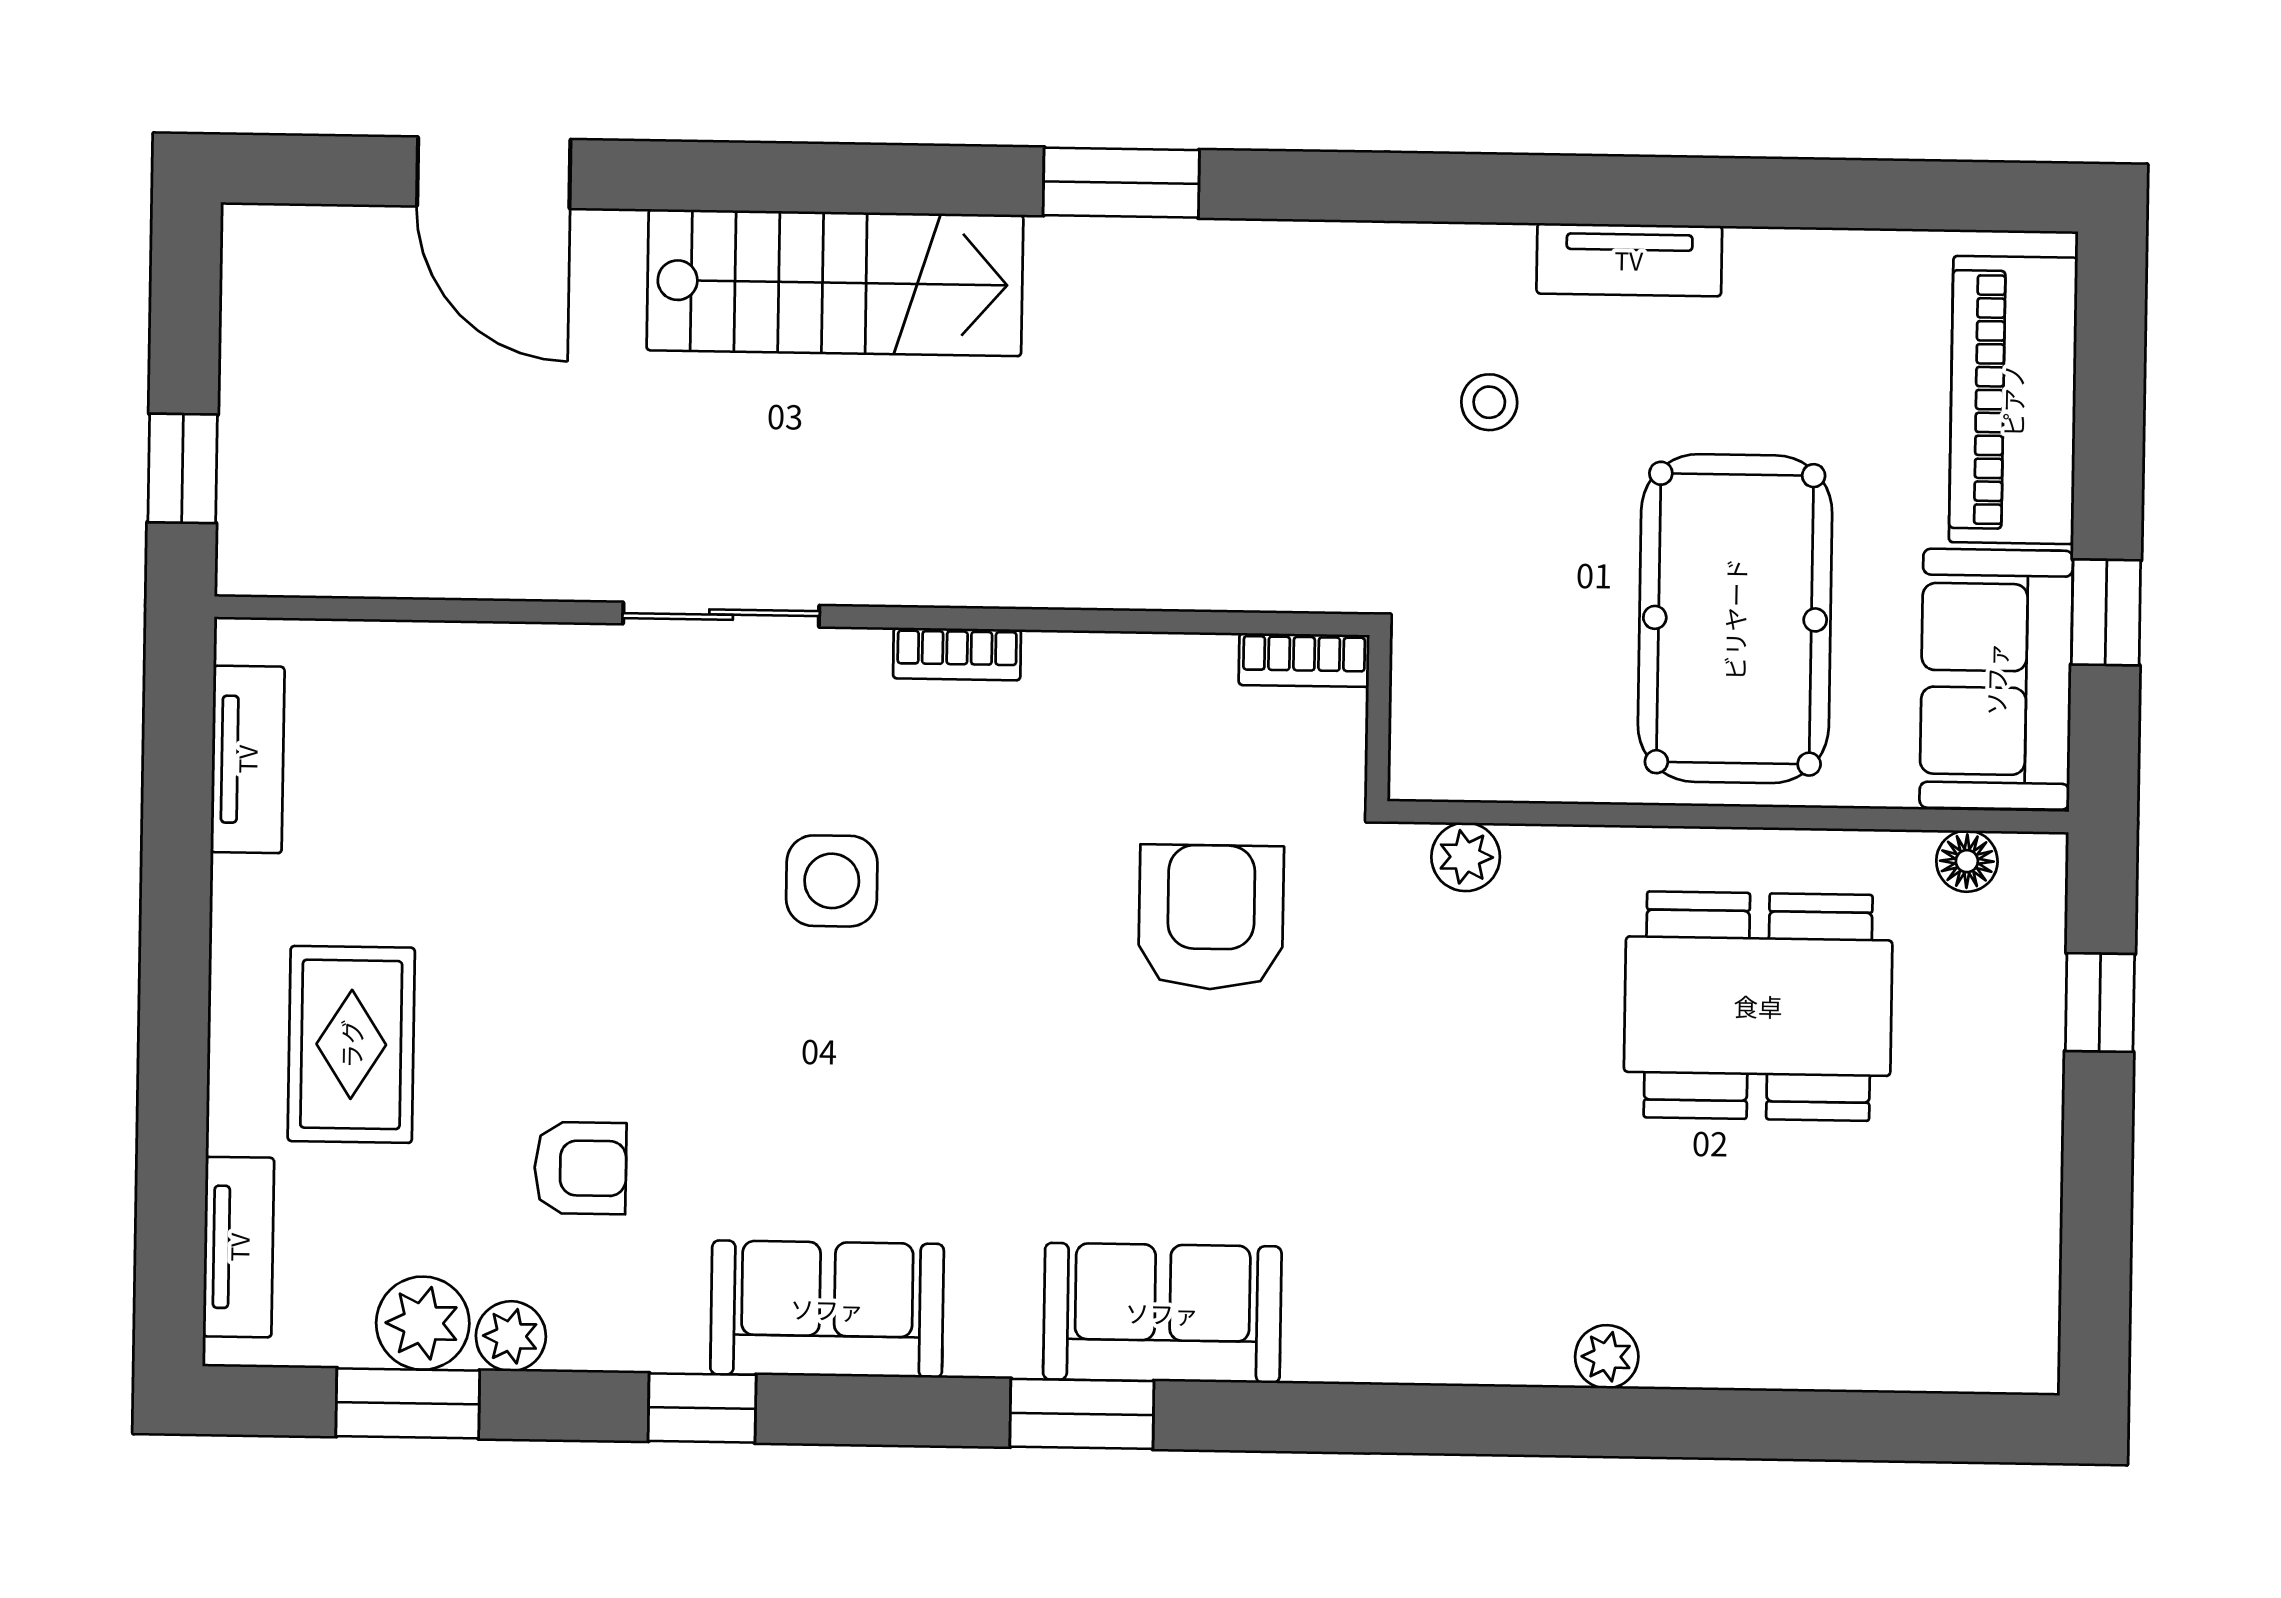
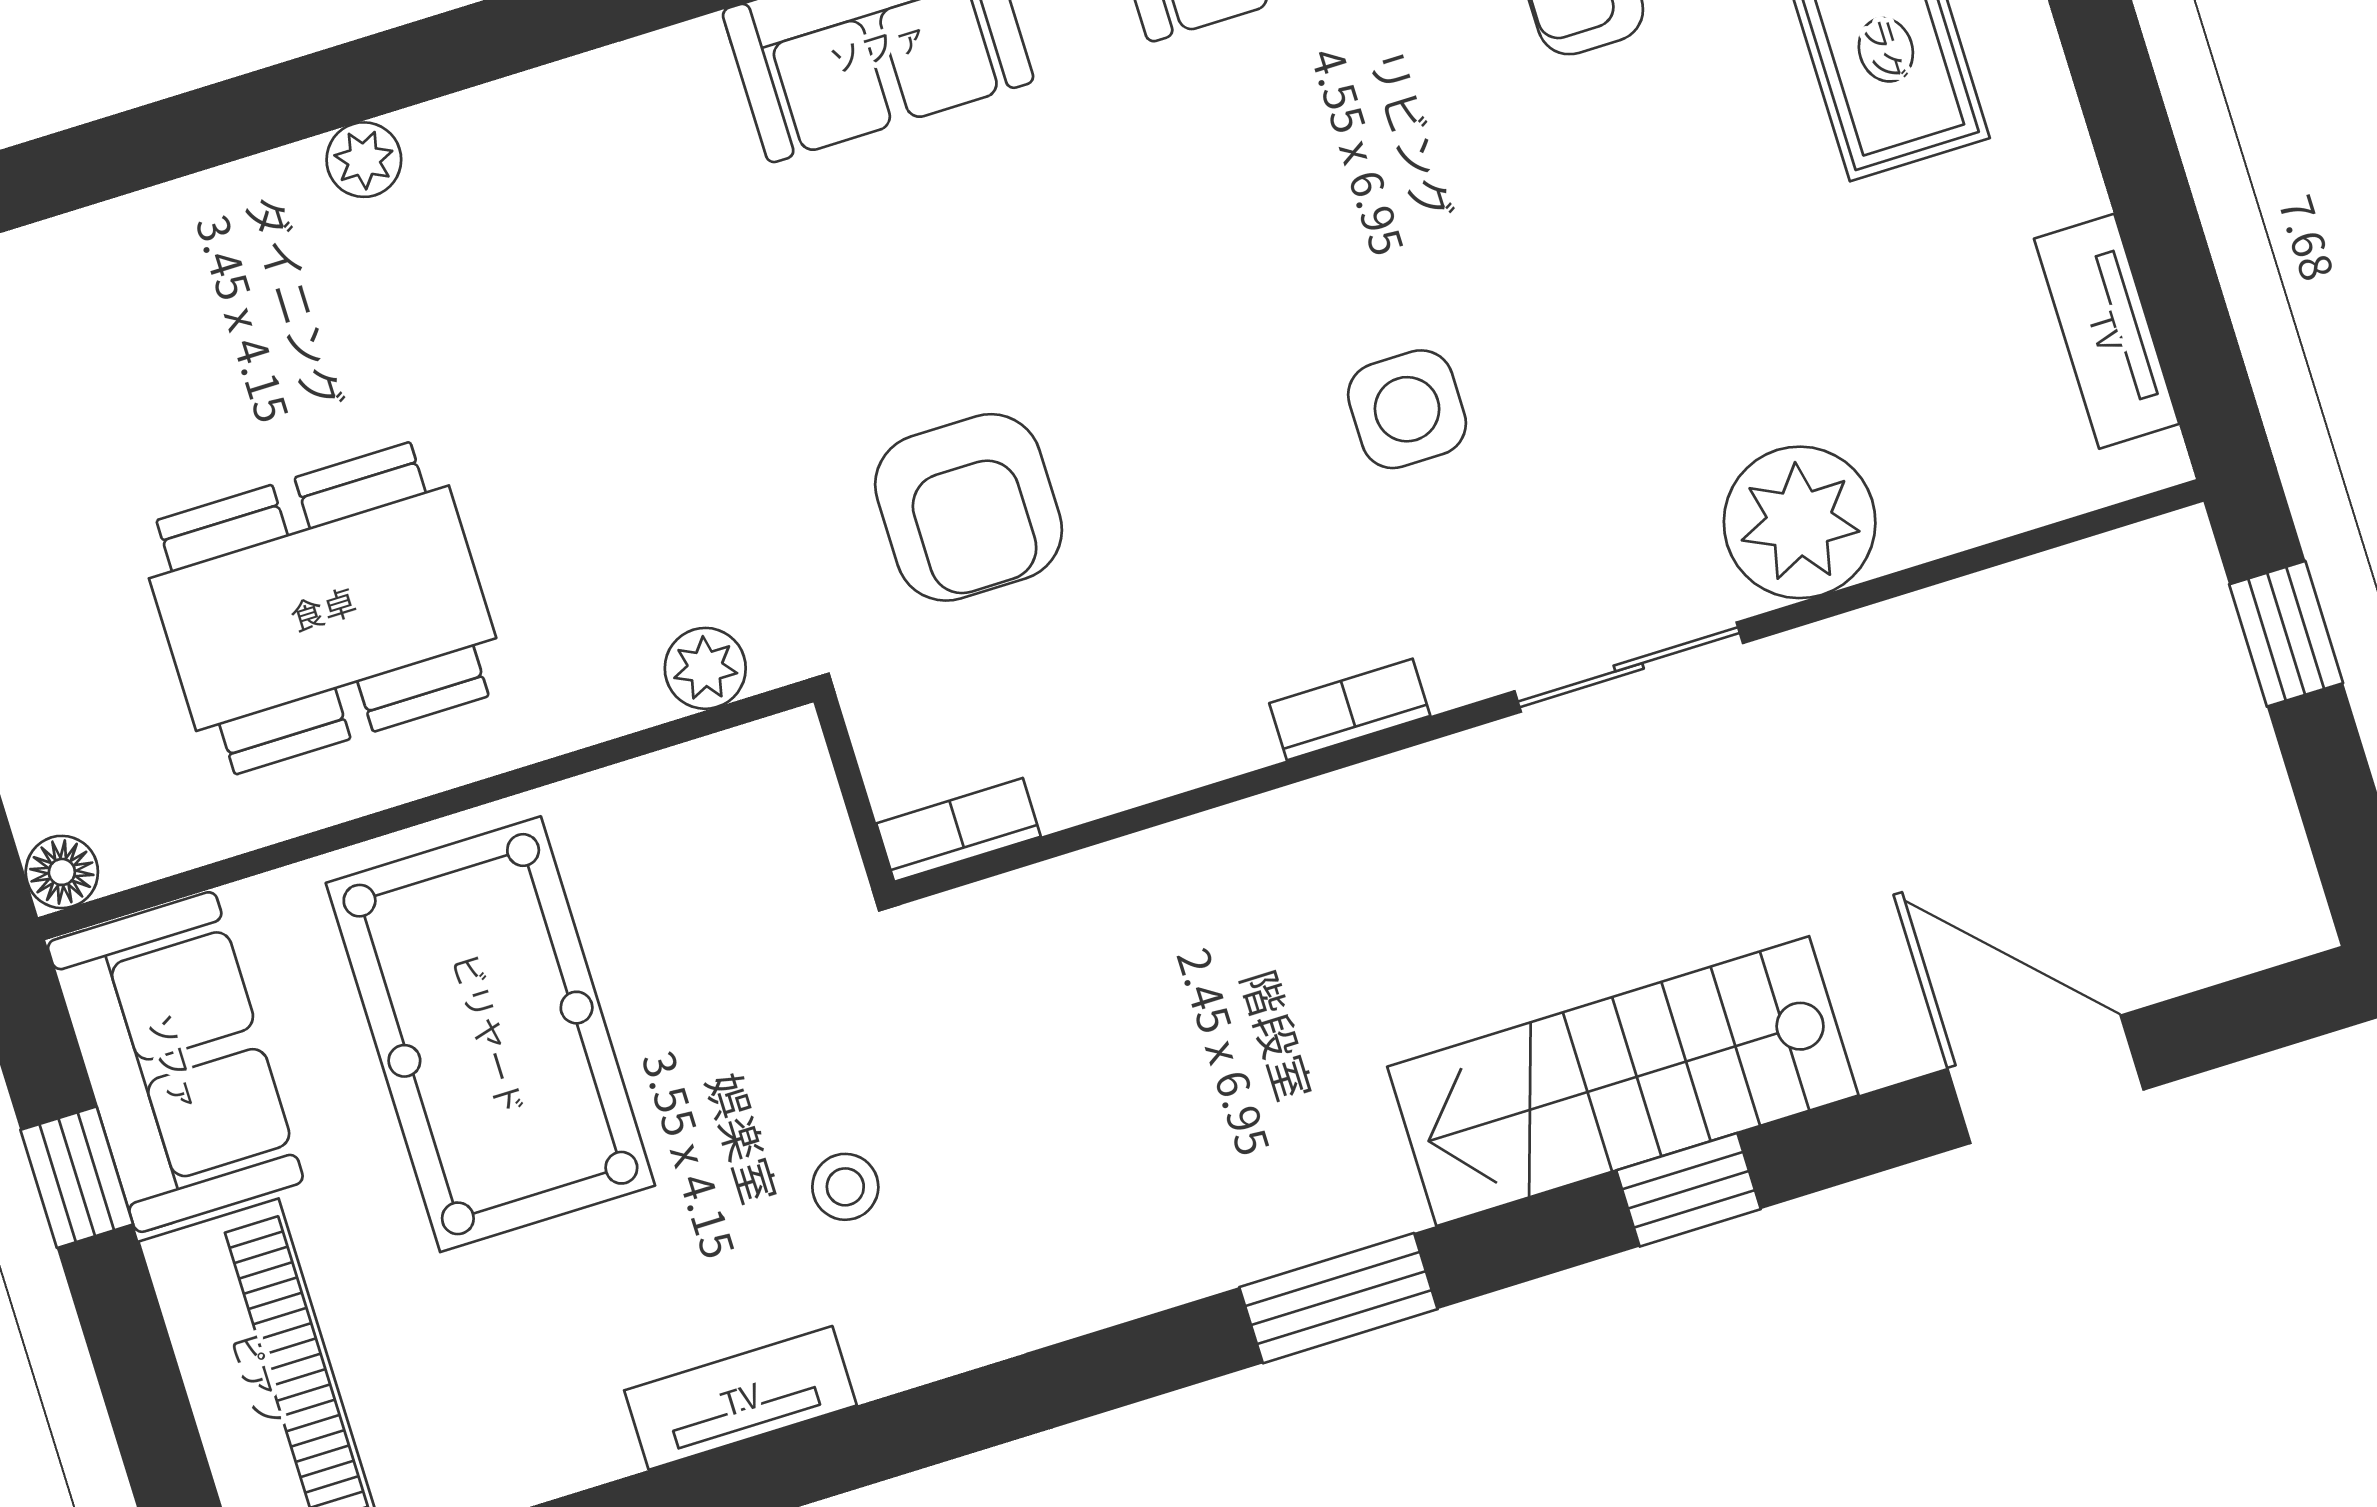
window: (811, 178) -> (1688, 1190), added
plant: (545, 686) -> (1800, 522), added
floor lamp: (1967, 861) -> (62, 872), moved

